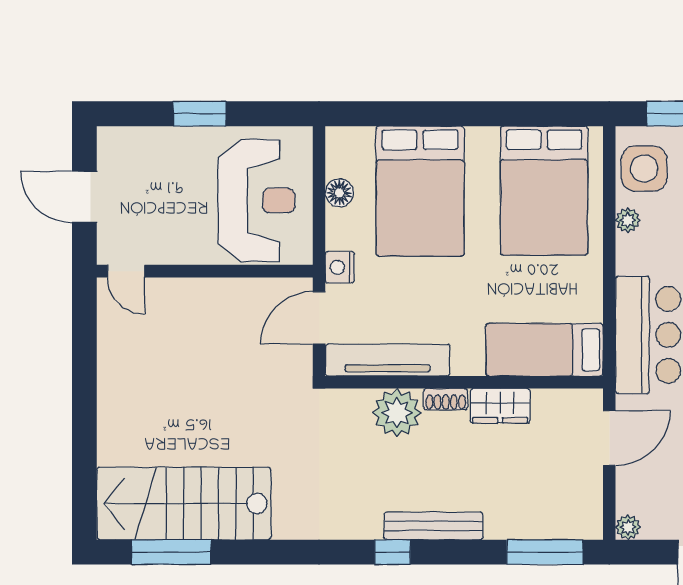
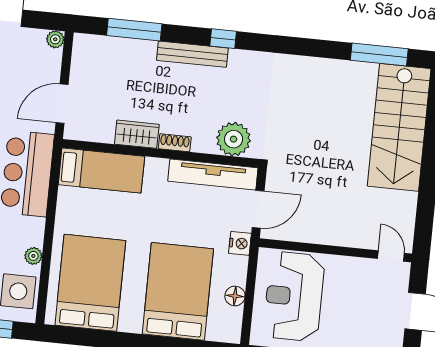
plant: (397, 413) -> (234, 139), moved
stairs: (184, 504) -> (399, 127), moved, turned 90
window: (545, 552) -> (134, 30), moved

